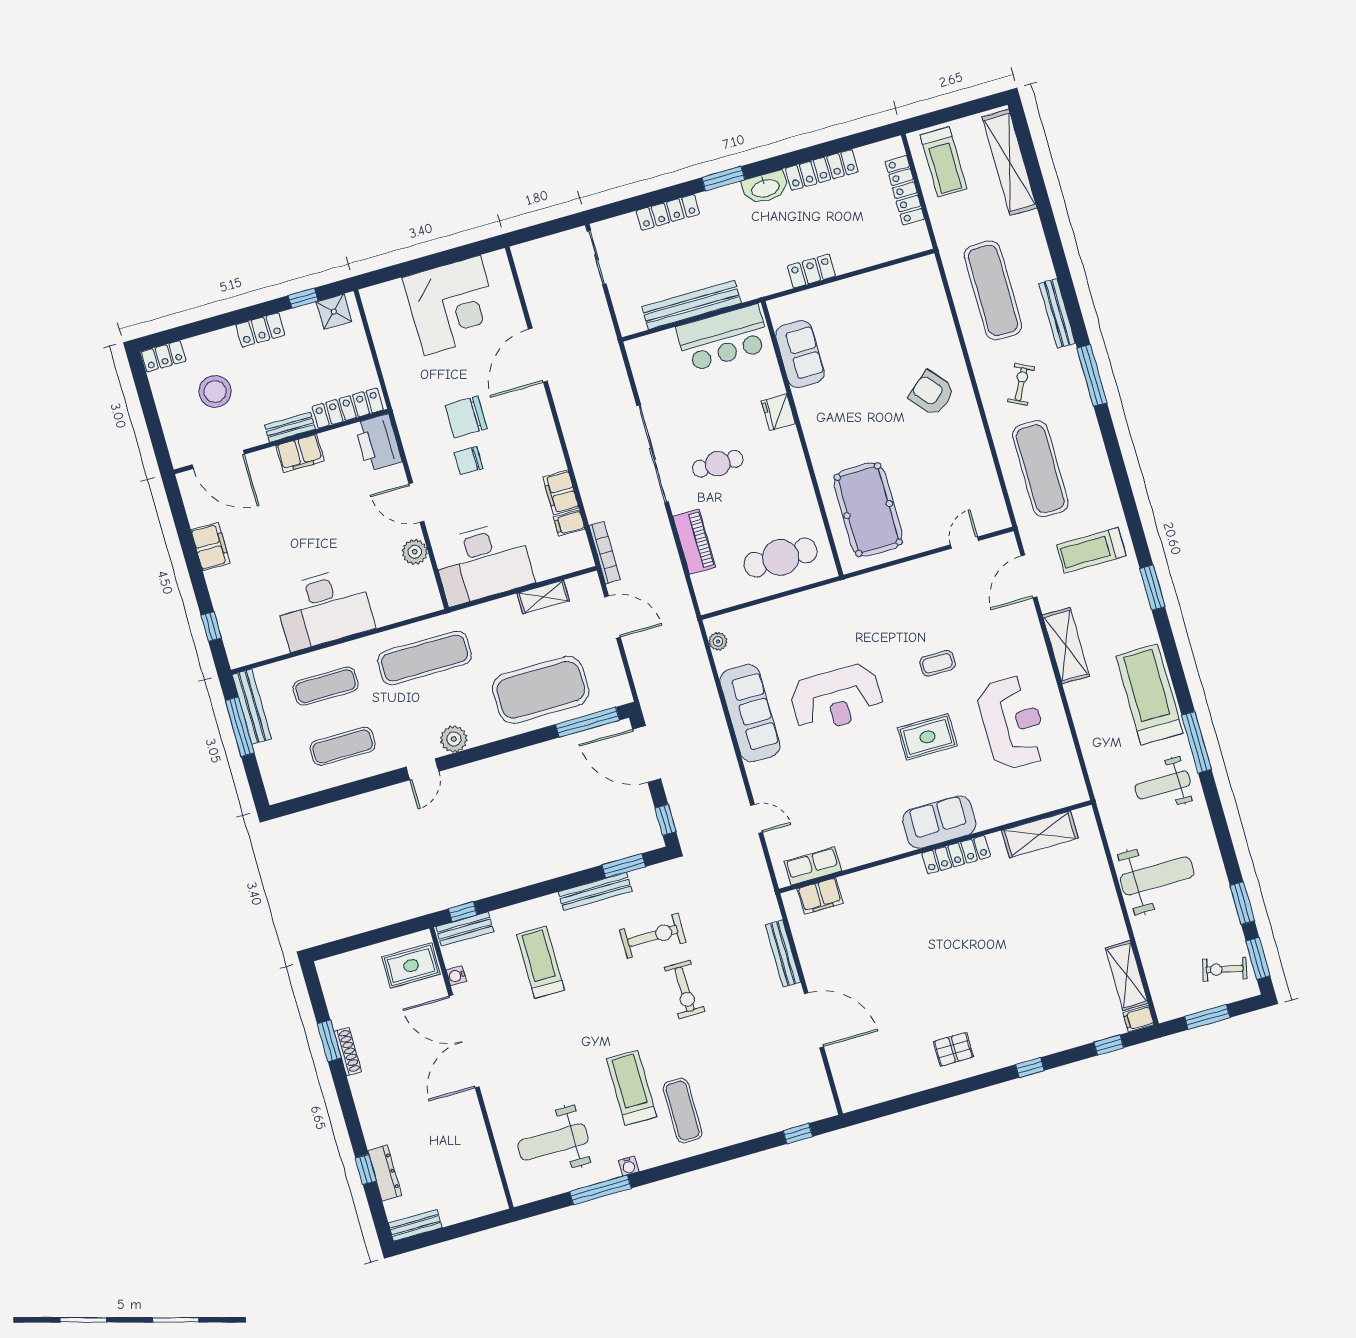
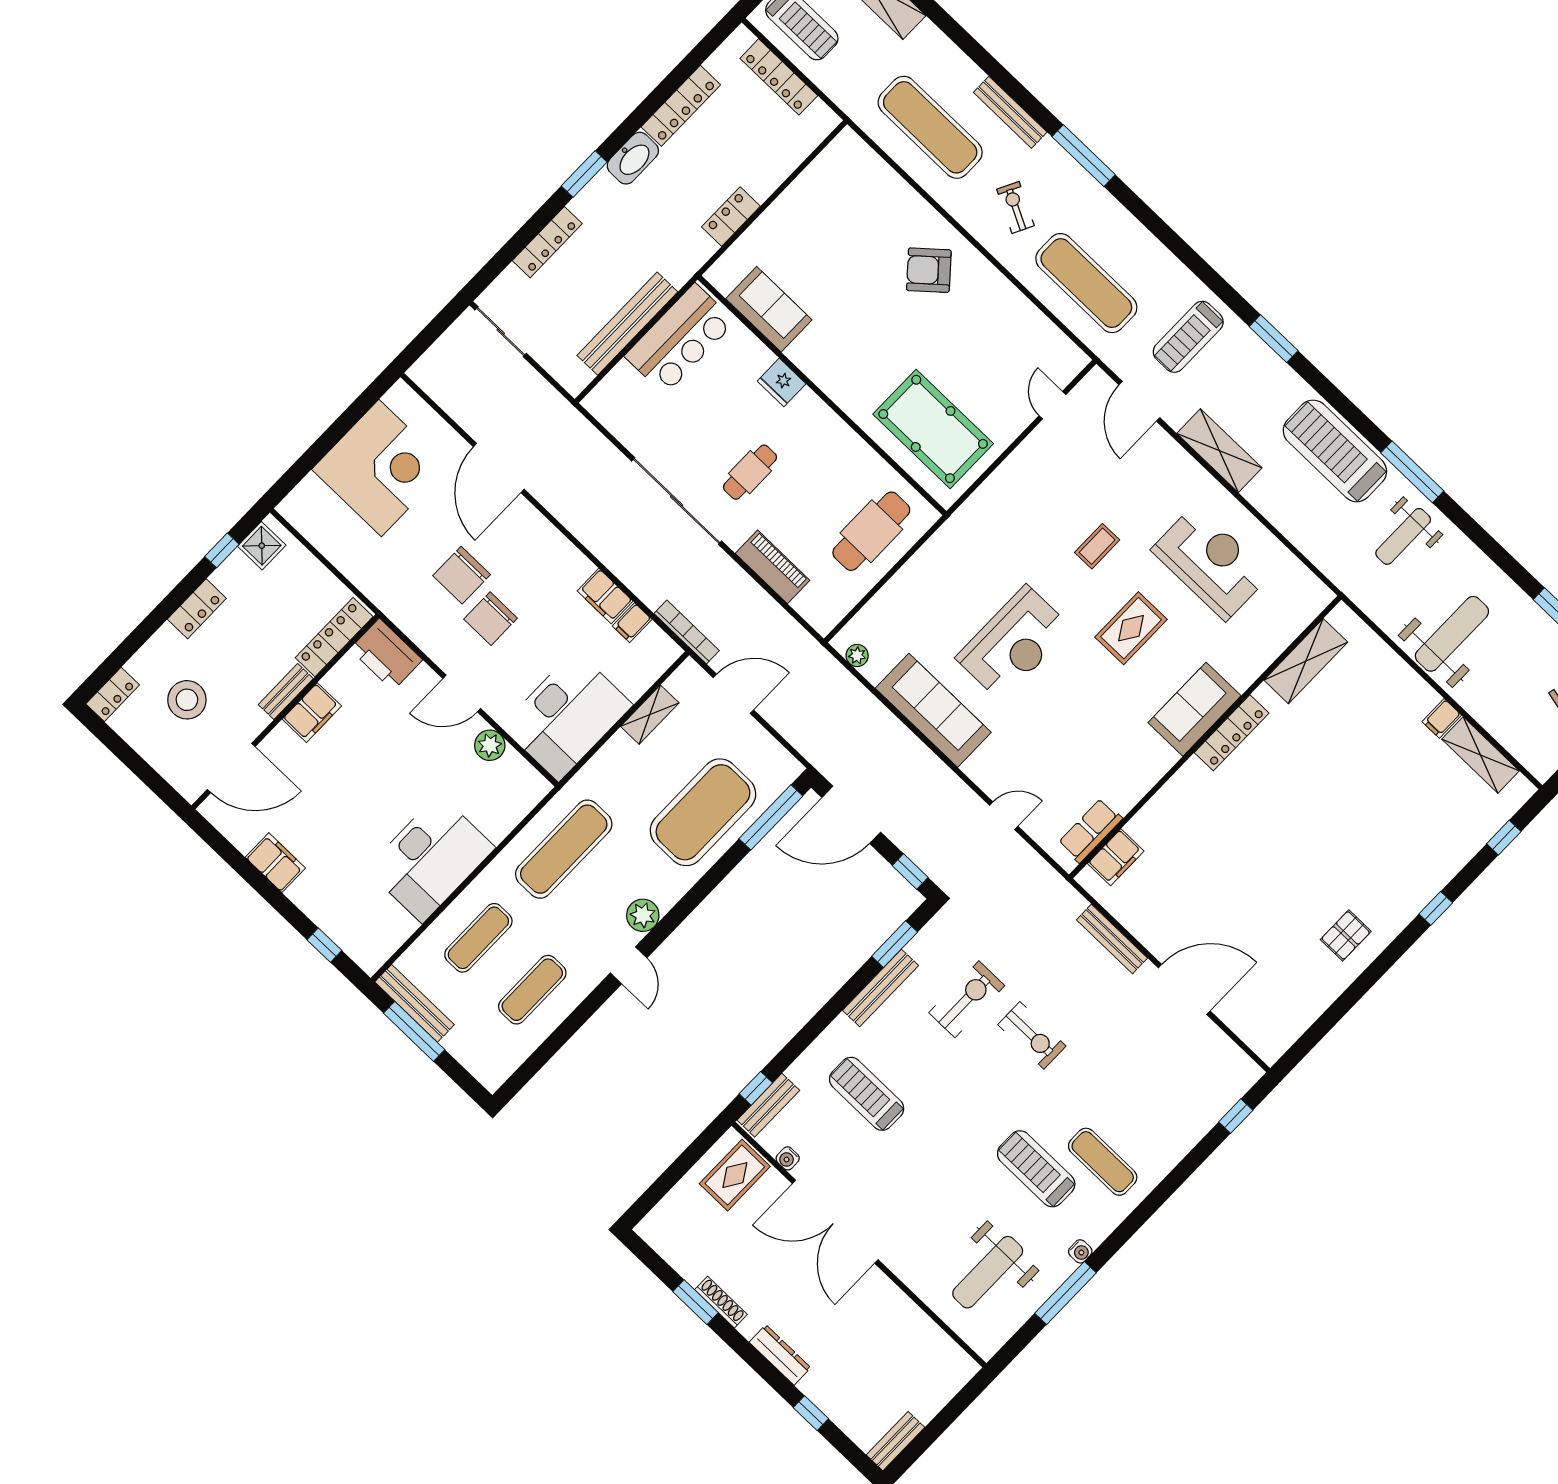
chair: (469, 461) -> (491, 619), width x1.37, depth x1.37
filing cabinet: (1139, 1018) -> (1442, 718), moved
dresser: (385, 1173) -> (780, 1355), moved

